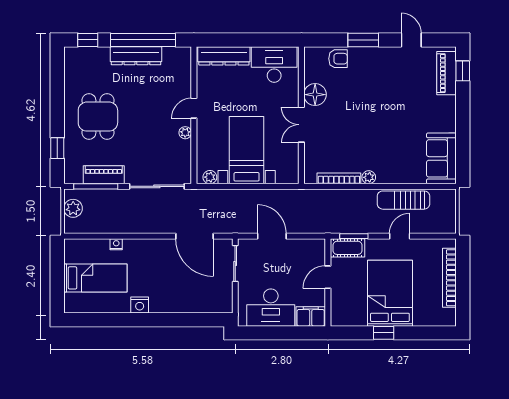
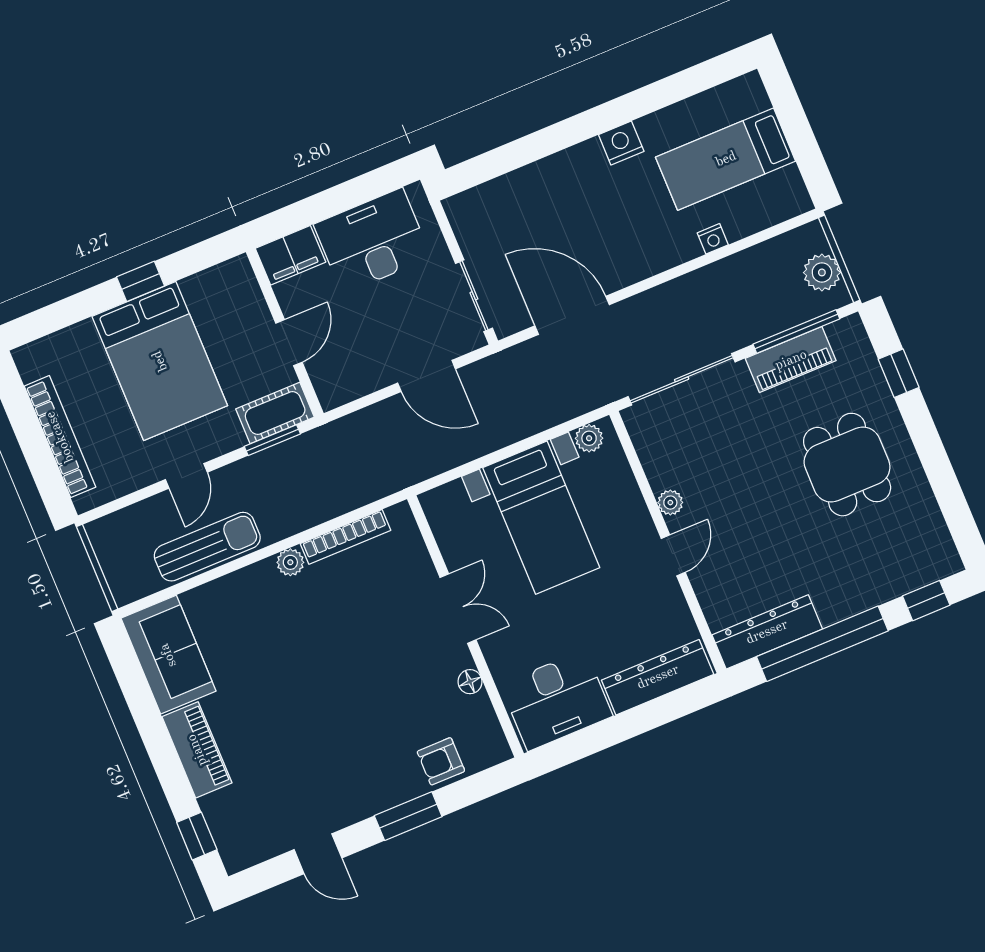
dresser: (136, 56) -> (767, 632), moved
piano: (446, 73) -> (197, 750), moved
floor lamp: (315, 95) -> (470, 682), width x0.53, depth x0.53

